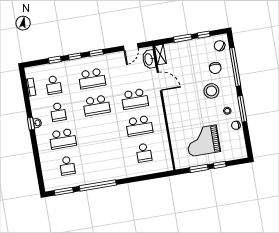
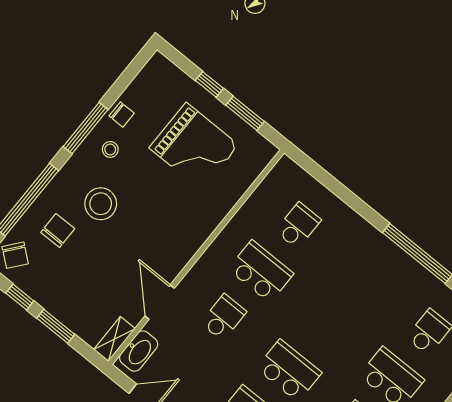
school desk: (135, 99) -> (223, 317), width x0.54

